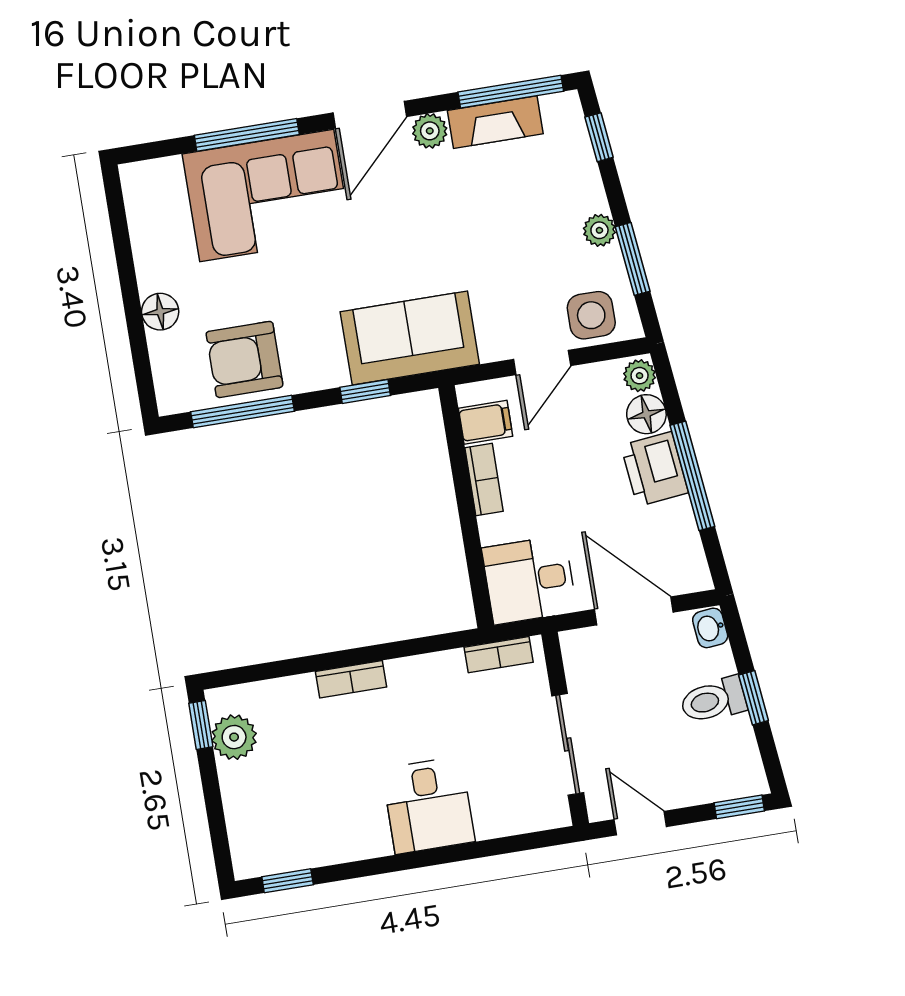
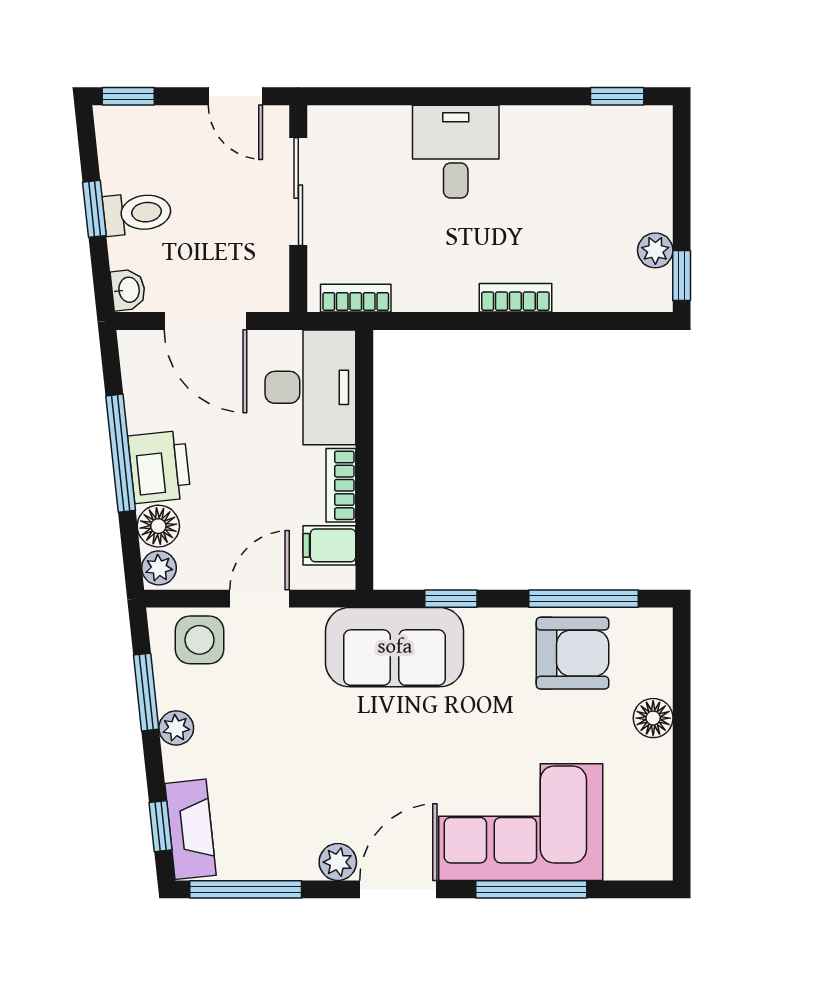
fireplace: (495, 122) -> (190, 829), moved, turned 84
desk: (529, 580) -> (310, 387), width x1.37
plant: (234, 737) -> (655, 250), width x0.73, depth x0.73

